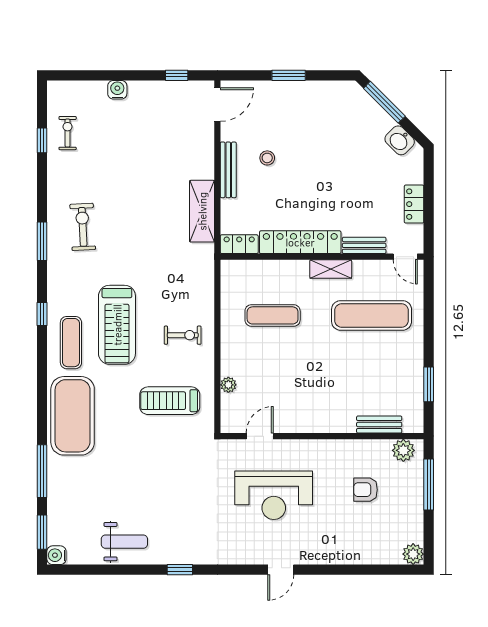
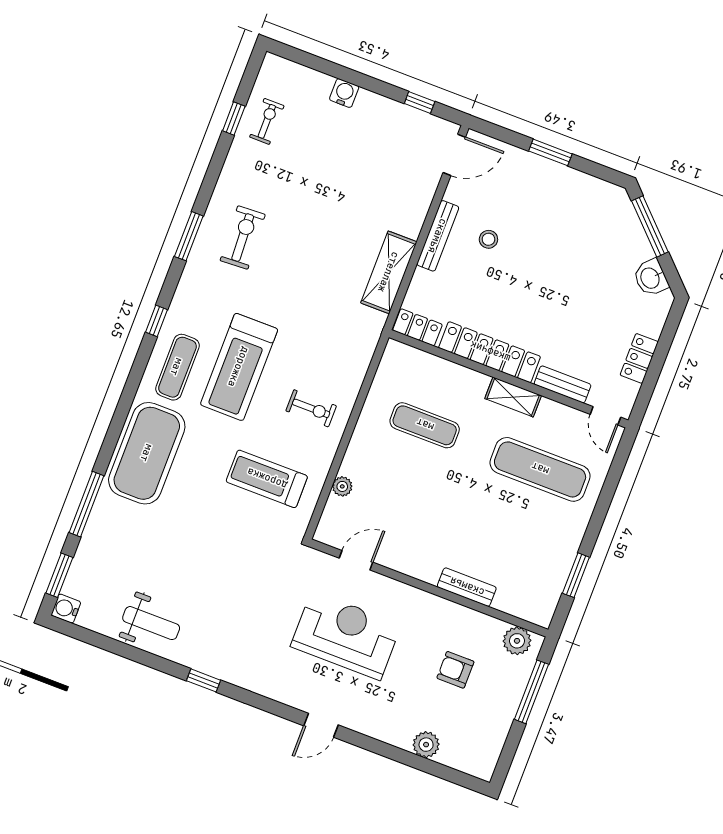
bench: (379, 424) -> (467, 587), moved
reception desk: (274, 495) -> (346, 635), turned 180
plant: (413, 554) -> (426, 745), moved

